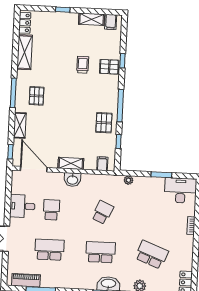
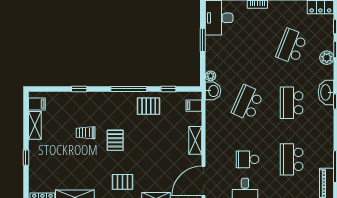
pallet: (109, 67) -> (115, 140), moved
washbasin: (72, 180) -> (213, 91), moved
school desk: (102, 212) -> (247, 103), width x1.85

